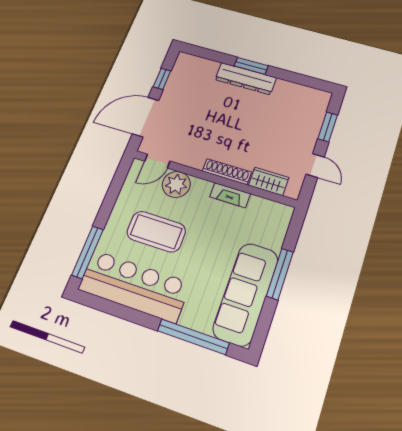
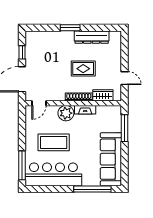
dresser: (246, 79) -> (92, 37), moved
window: (328, 127) -> (125, 53), removed
rug: (250, 130) -> (83, 69), added
plant: (176, 184) -> (66, 113), moved
window: (280, 274) -> (125, 128), moved

